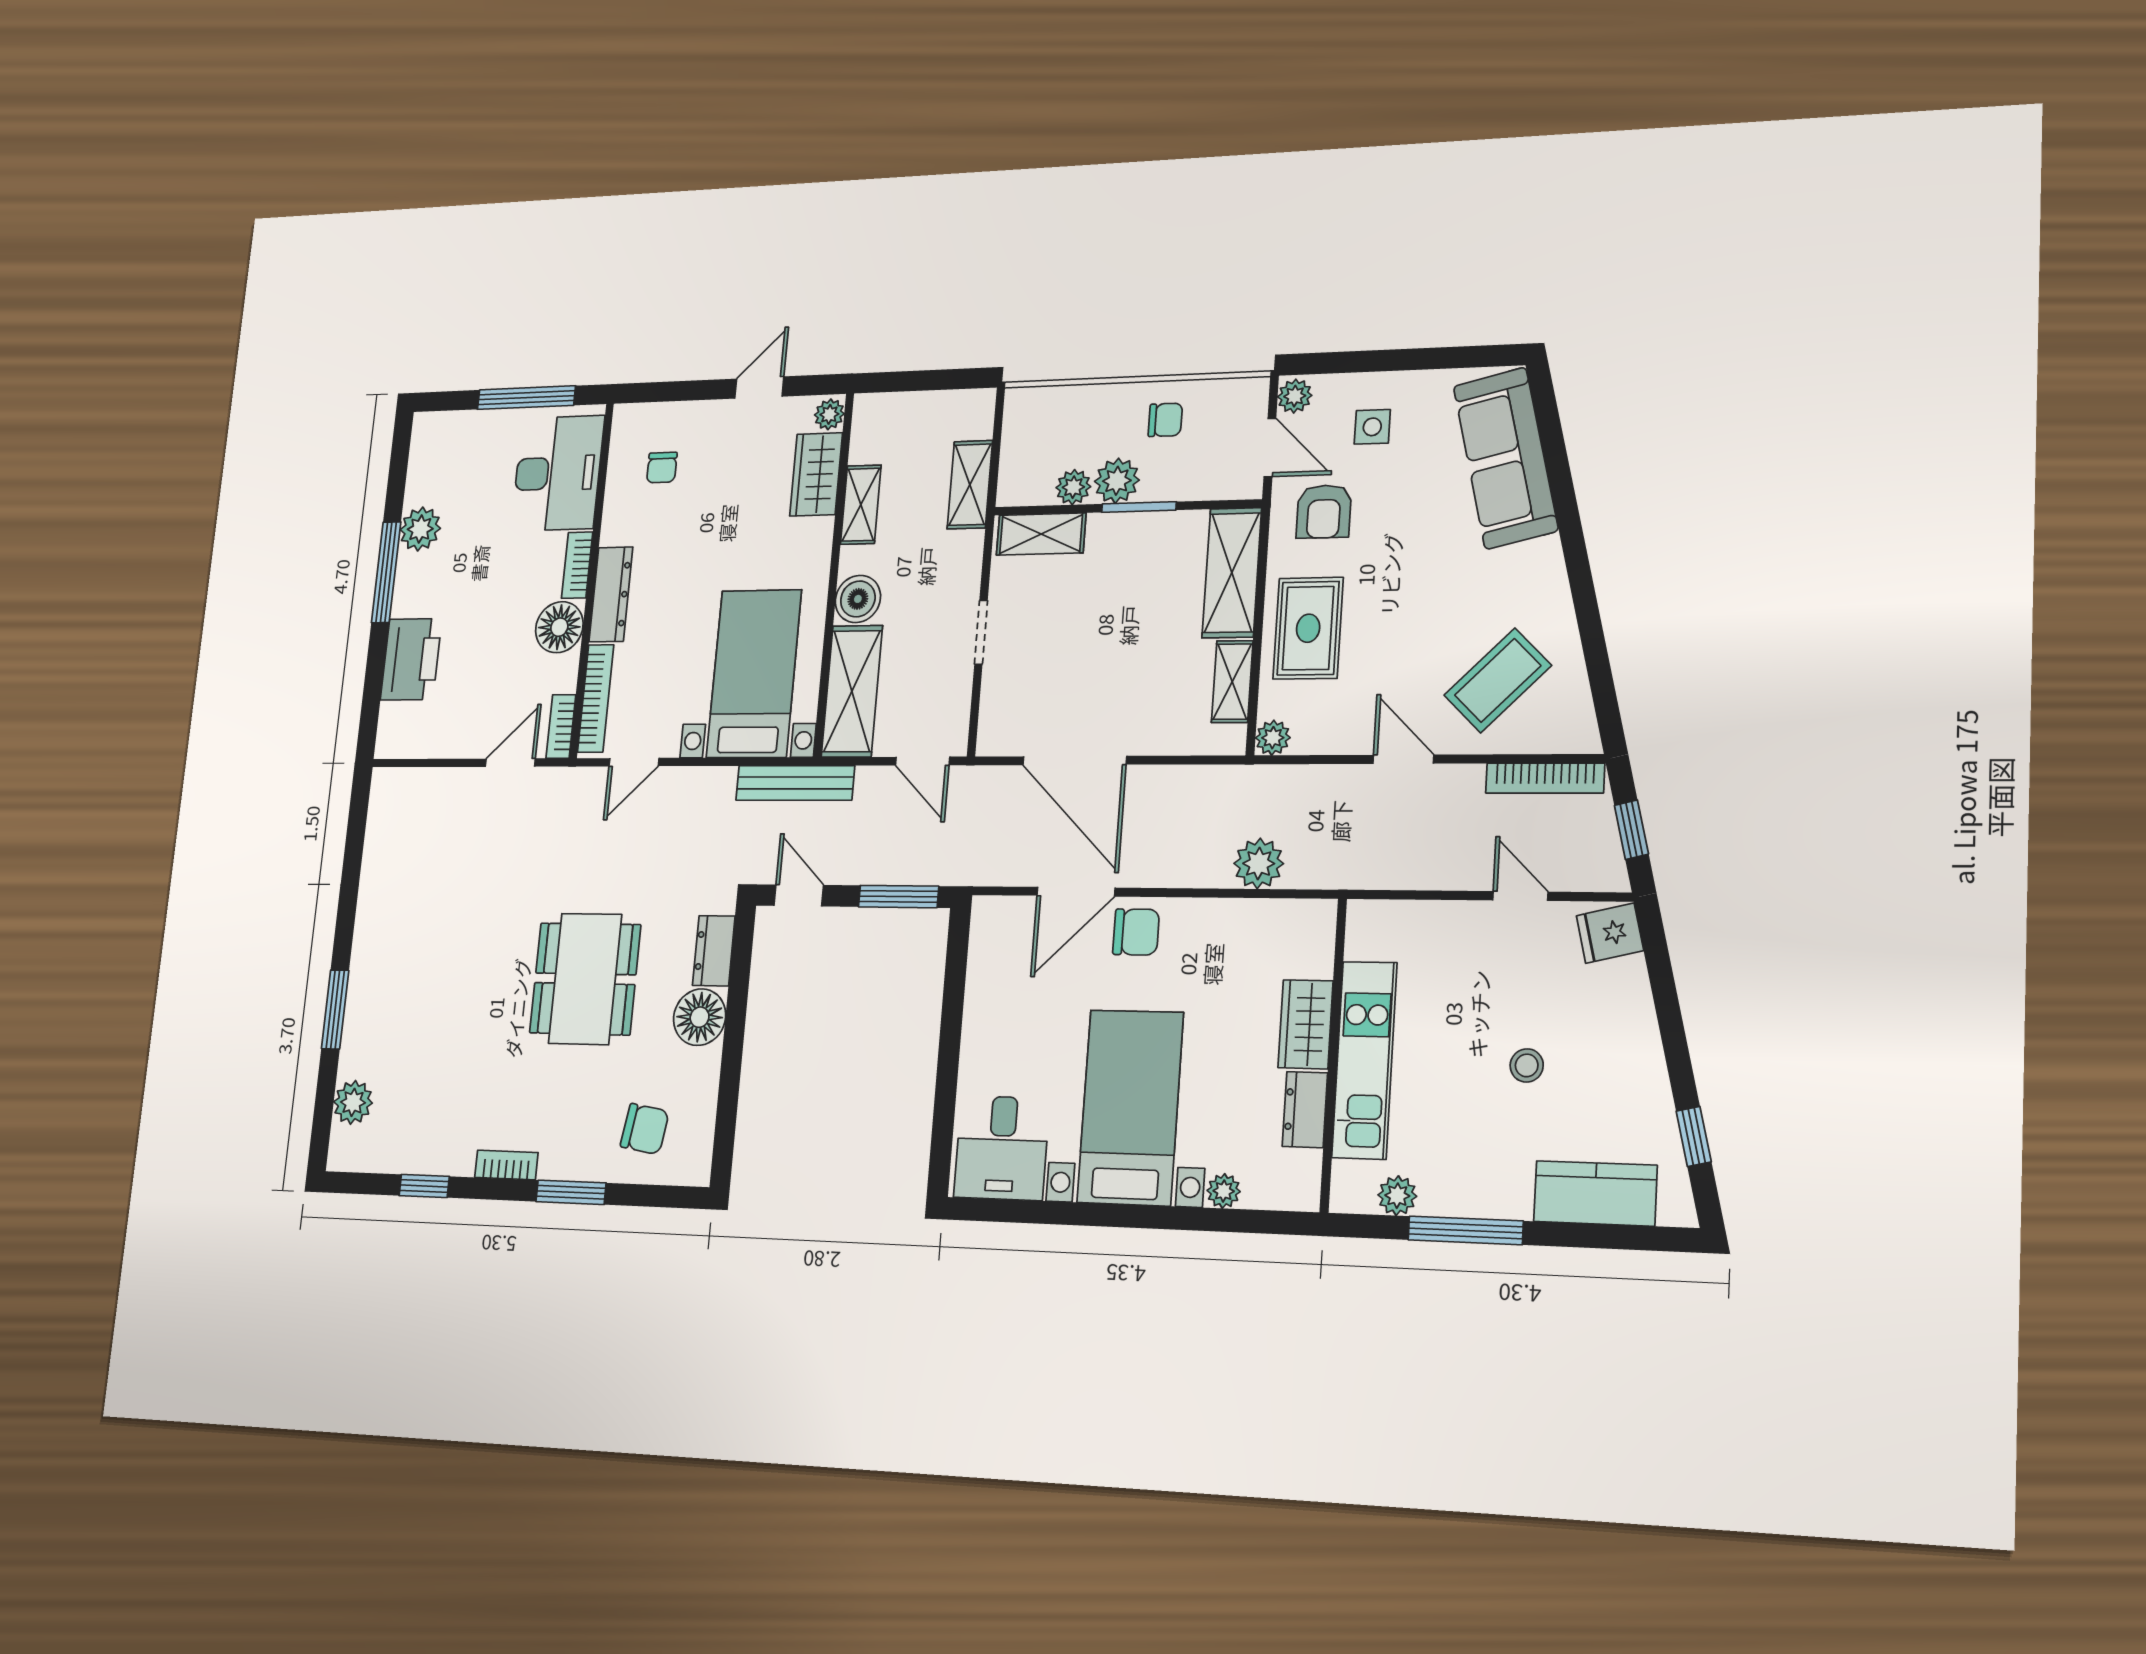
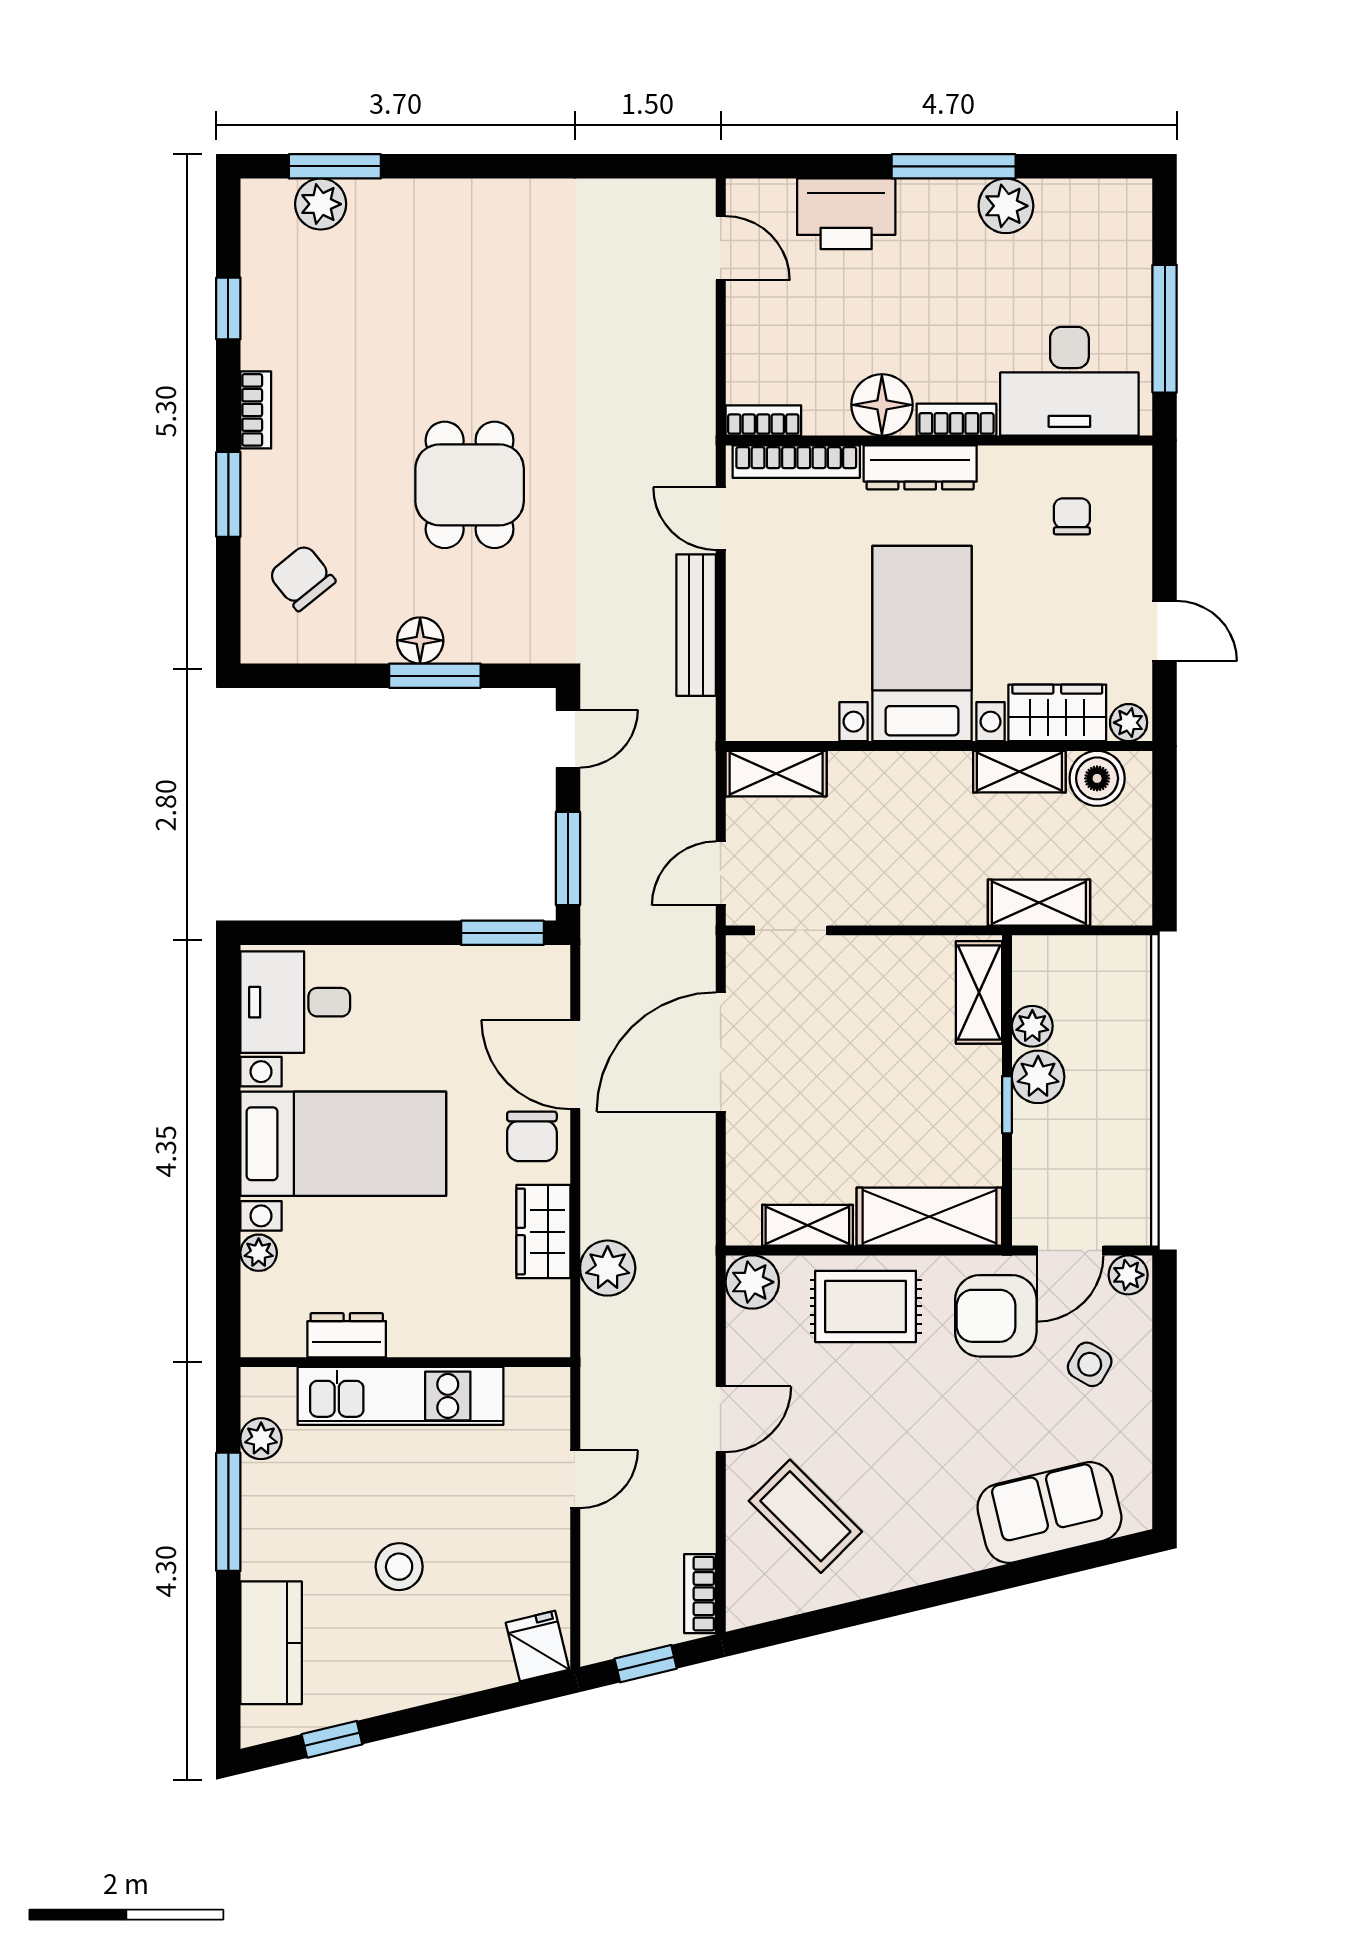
chair: (1165, 420) -> (1107, 1128), removed
side table: (1372, 427) -> (1090, 1364), turned 30
sofa: (1506, 458) -> (1049, 1512), width x0.73
chair: (662, 468) -> (1072, 516), turned 90
window: (1139, 507) -> (1007, 1105), width x0.67
armchair: (1324, 511) -> (996, 1316), width x1.38, depth x1.38
boiler: (858, 599) -> (1097, 778), moved
doorway: (981, 632) -> (791, 930), moved
bed with nightstands: (754, 674) -> (922, 643), moved, turned -90
shelving: (852, 691) -> (776, 774), width x0.67, depth x0.75
plant: (1273, 738) -> (752, 1282), width x1.38, depth x1.38
door: (510, 763) -> (721, 248), moved
bookcase: (1545, 778) -> (700, 1594), width x0.64
bench: (795, 783) -> (696, 625), moved
door: (1520, 896) -> (575, 1479), moved
dresser: (714, 951) -> (504, 641), removed
window: (957, 956) -> (502, 933), added
dining table: (585, 979) -> (470, 485), width x0.73
window: (335, 1009) -> (335, 166), moved
window: (736, 1013) -> (435, 676), added
floor lamp: (700, 1017) -> (420, 640), width x0.73, depth x0.73
wardrobe: (1306, 1024) -> (543, 1232), moved, turned -90
stool: (1527, 1065) -> (399, 1567), width x1.37, depth x1.37
chair: (645, 1129) -> (302, 578), turned 132

